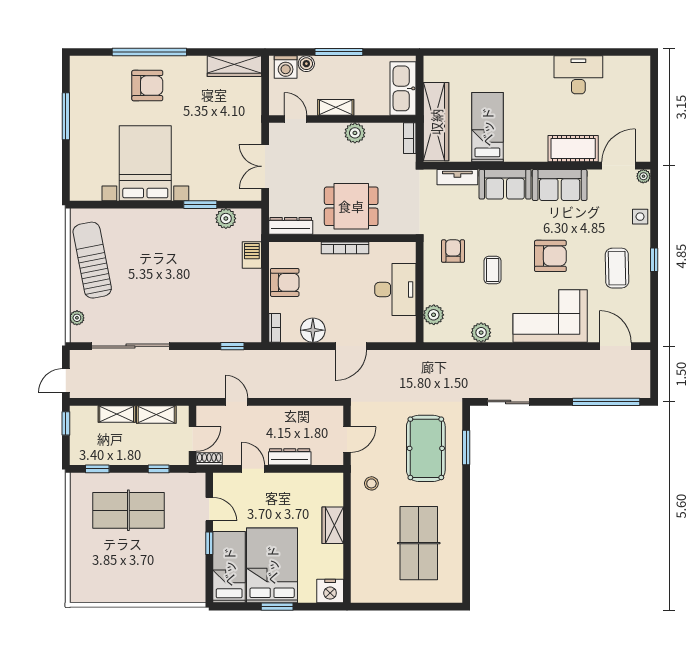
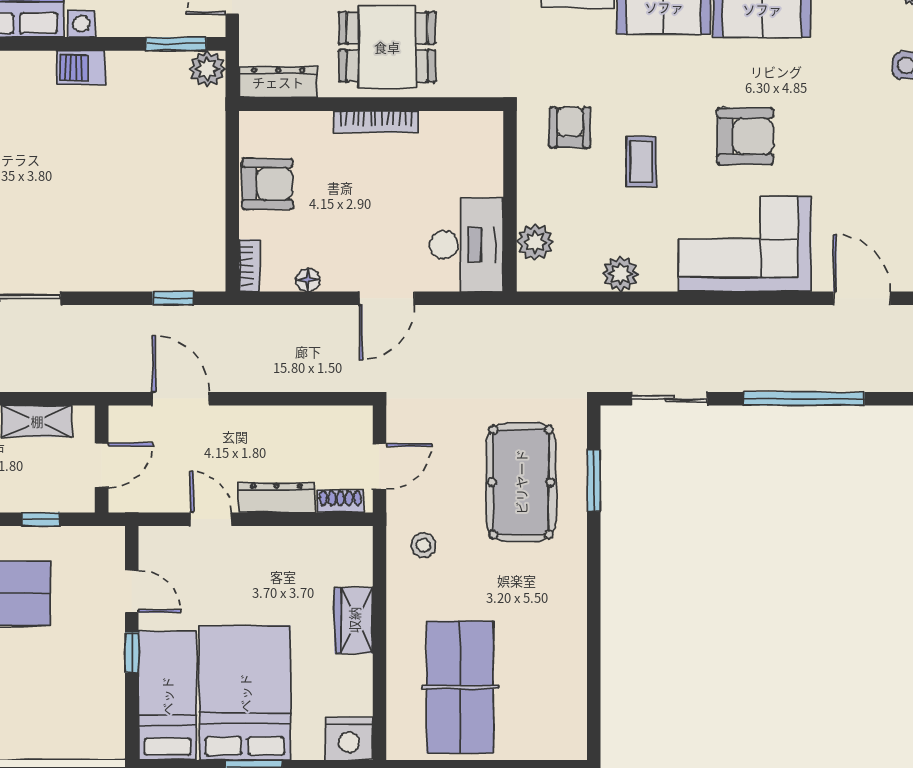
window: (200, 205) -> (176, 44), moved
plant: (226, 218) -> (207, 69), moved
barbecue: (252, 255) -> (81, 68), moved, turned -90
coffee table: (617, 268) -> (865, 158), removed
desk: (395, 289) -> (466, 245), moved
floor lamp: (313, 330) -> (308, 280), width x0.53, depth x0.53
door: (237, 402) -> (181, 399), width x1.38
window: (606, 402) -> (804, 399), moved
shoe rack: (209, 459) -> (340, 501), moved
table tennis table: (419, 543) -> (460, 687), moved

